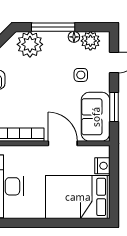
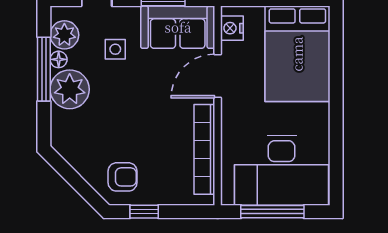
window: (53, 27) -> (44, 69), moved
plant: (30, 44) -> (70, 89), moved
nightstand: (102, 166) -> (232, 28), moved, turned -90

